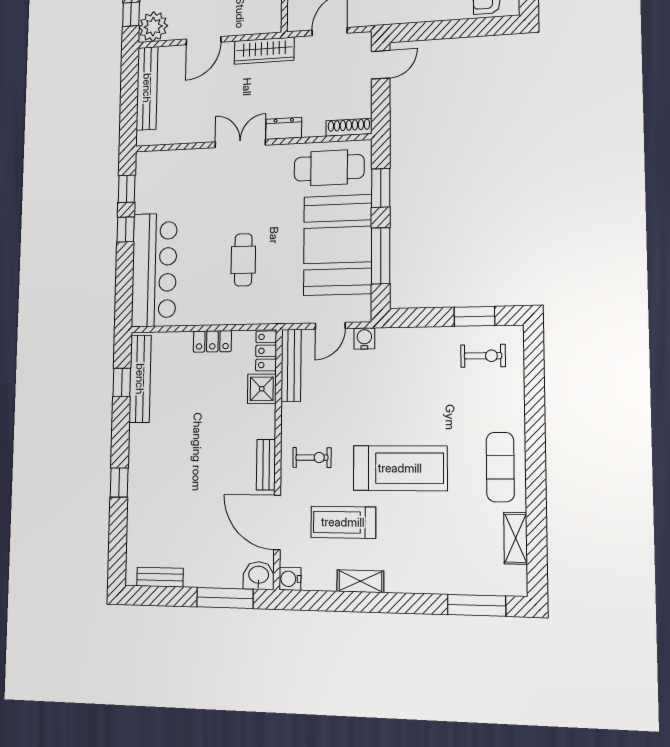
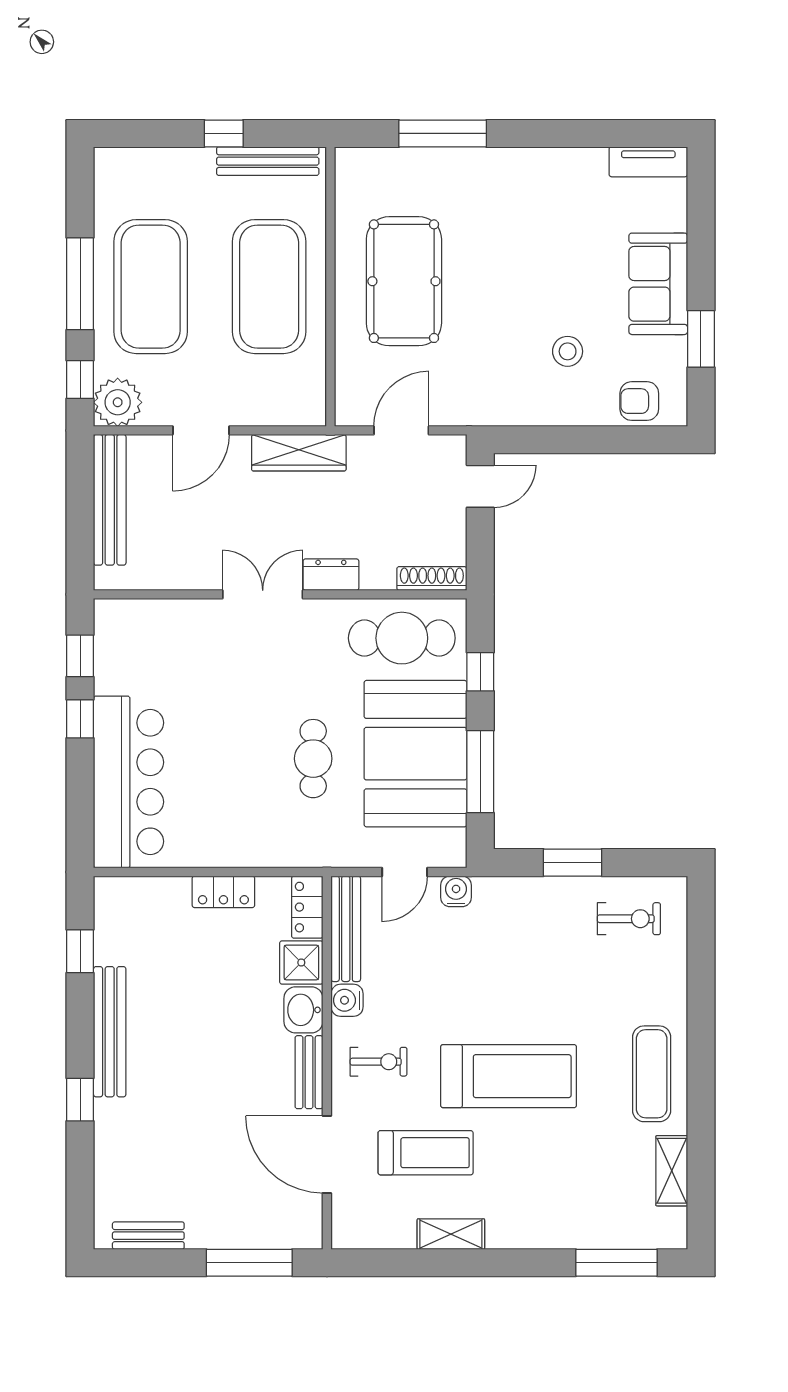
window: (381, 188) -> (480, 672), width x0.67
cafe table: (243, 260) -> (313, 759), moved
window: (474, 316) -> (572, 863), moved
bench: (140, 379) -> (110, 1032), moved
treadmill: (343, 522) -> (426, 1153), turned 180
washbasin: (259, 576) -> (303, 1010), moved, turned -90
water cooler: (290, 579) -> (347, 1000), moved

